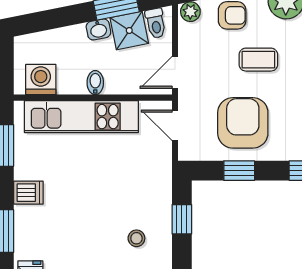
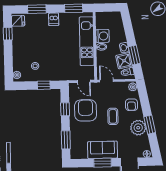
washing machine: (41, 80) -> (102, 36), moved
armchair: (243, 123) -> (86, 110), turned -90
door: (175, 125) -> (84, 81), swing flipped

